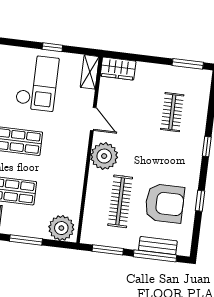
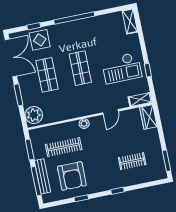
plant: (104, 156) -> (84, 124), width x0.53, depth x0.53
bench: (158, 246) -> (42, 176), width x1.36

